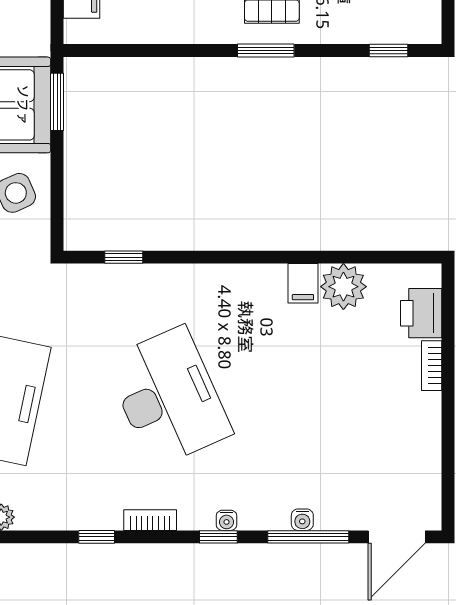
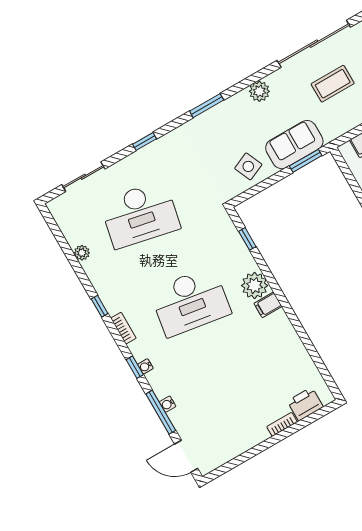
filing cabinet: (303, 283) -> (268, 305), moved
plant: (343, 287) -> (255, 286), moved
desk: (168, 397) -> (190, 302), turned 33

